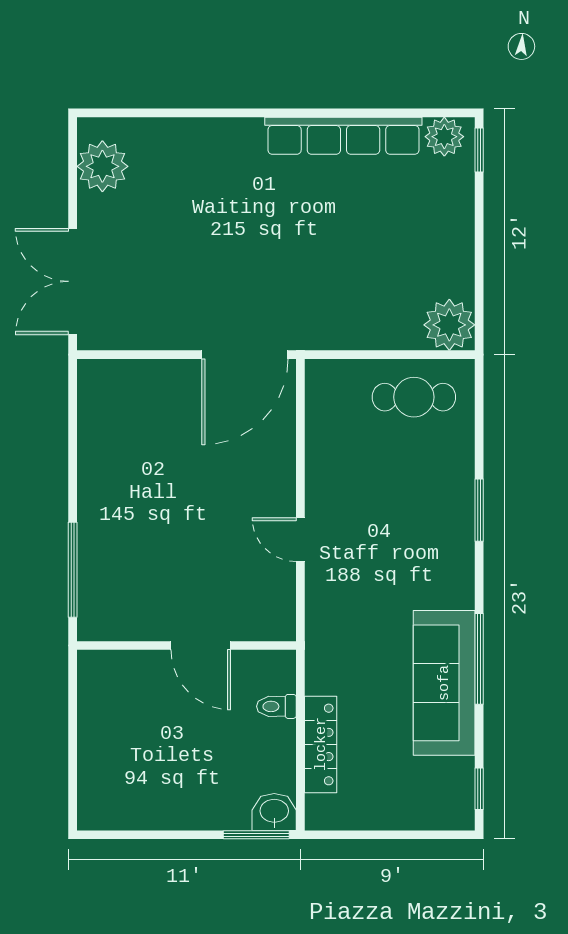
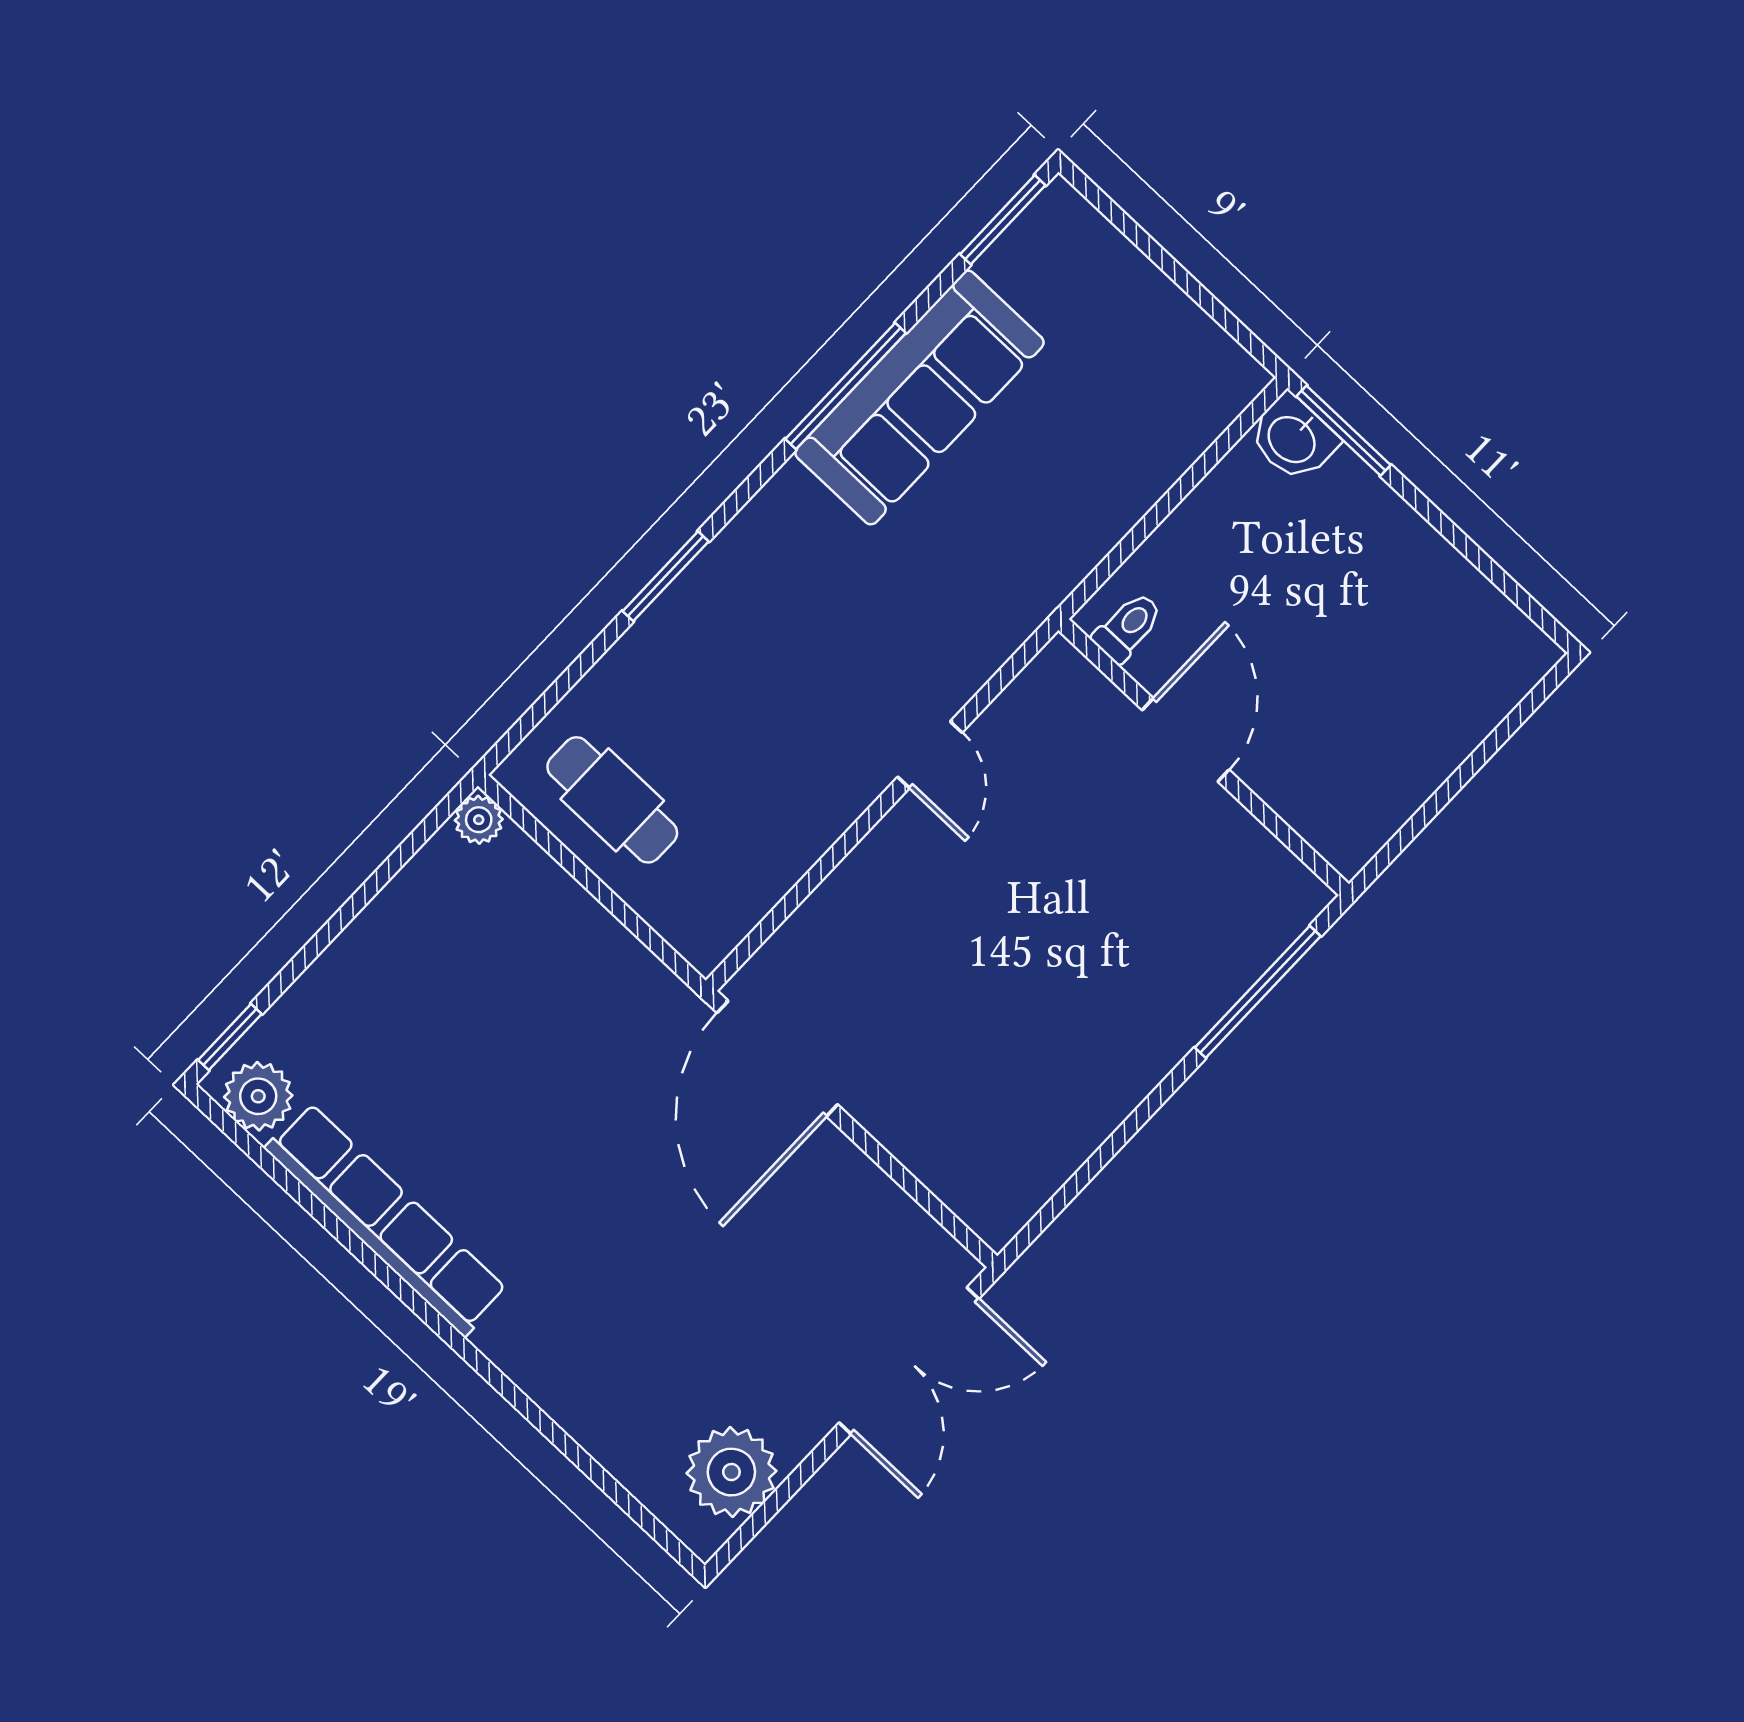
plant: (449, 325) -> (479, 820), width x0.53, depth x0.53
door: (245, 355) -> (777, 1059), swing flipped
toilet: (276, 706) -> (1128, 627), moved, turned -90
locker: (321, 744) -> (1152, 468), removed
window: (479, 789) -> (1003, 220), width x1.50

